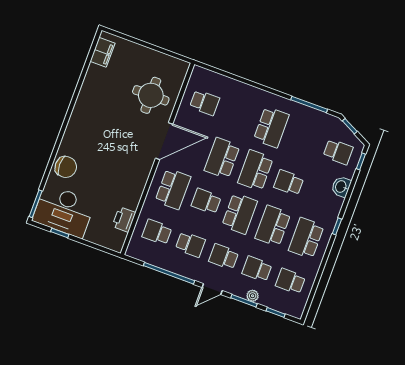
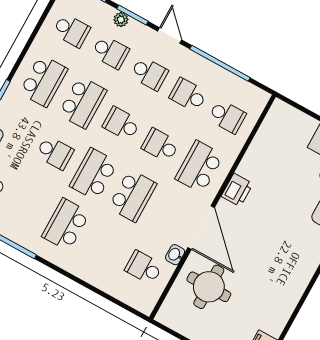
washbasin: (181, 117) -> (175, 255), added
door: (164, 141) -> (201, 228), swing flipped
school desk: (255, 170) -> (94, 174), turned 180
school desk: (206, 201) -> (160, 145), turned 180
school desk: (240, 214) -> (121, 124), width x0.54
printer: (124, 219) -> (237, 190), moved
door: (212, 289) -> (170, 36), hinge flipped

